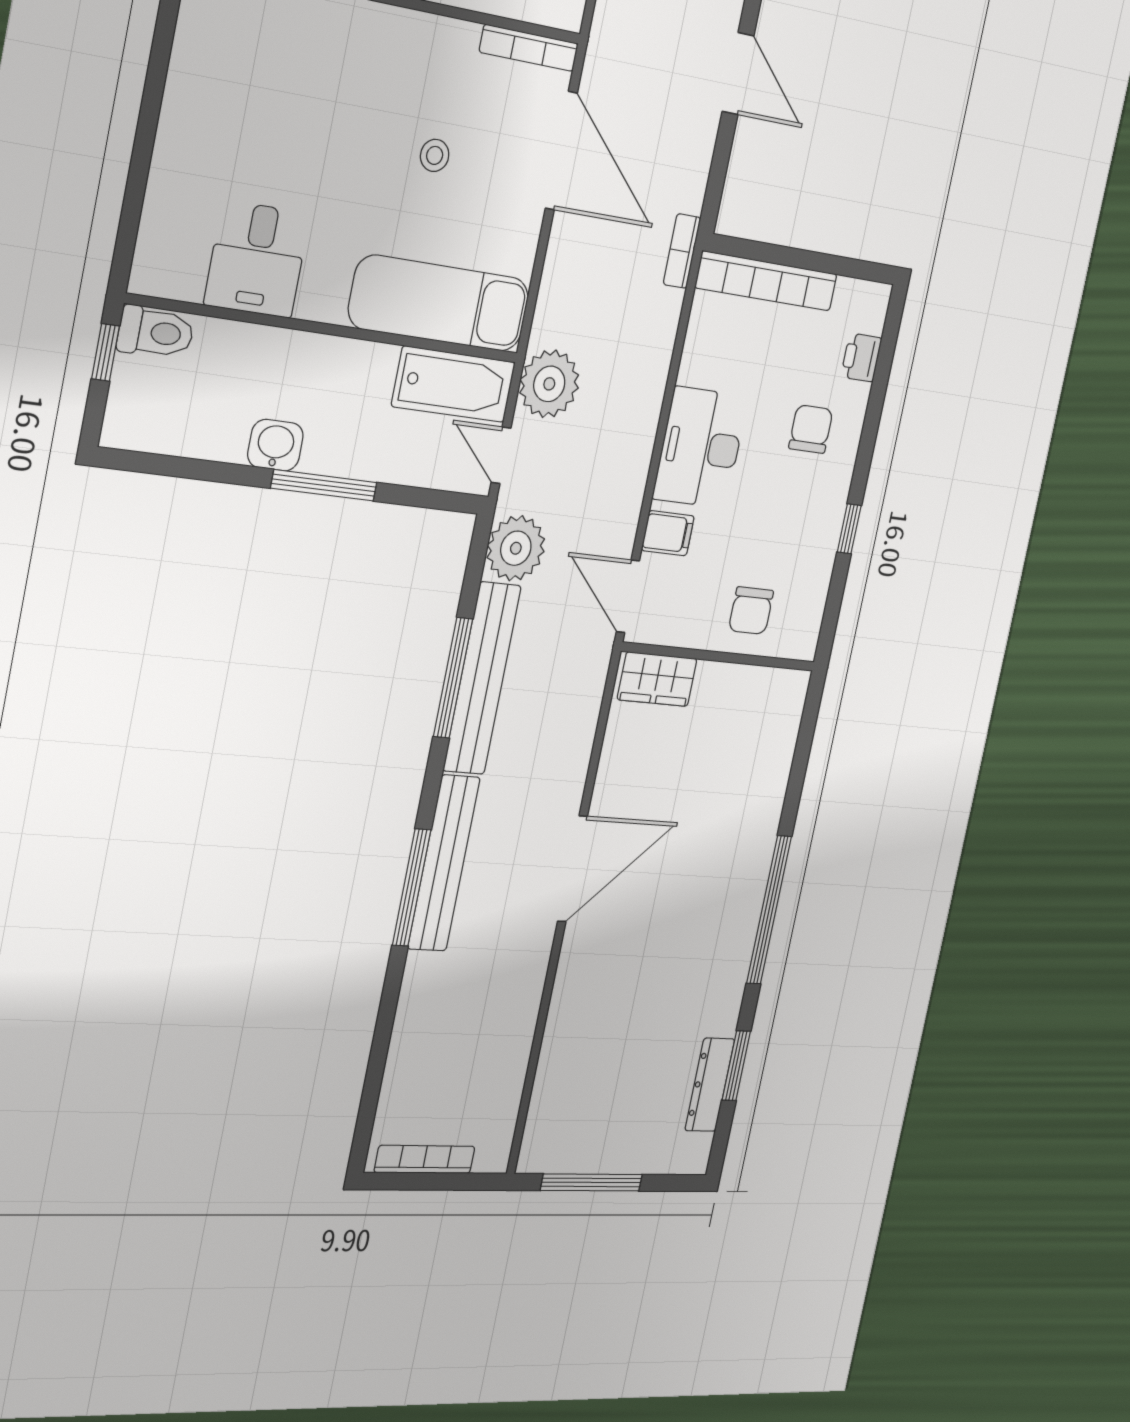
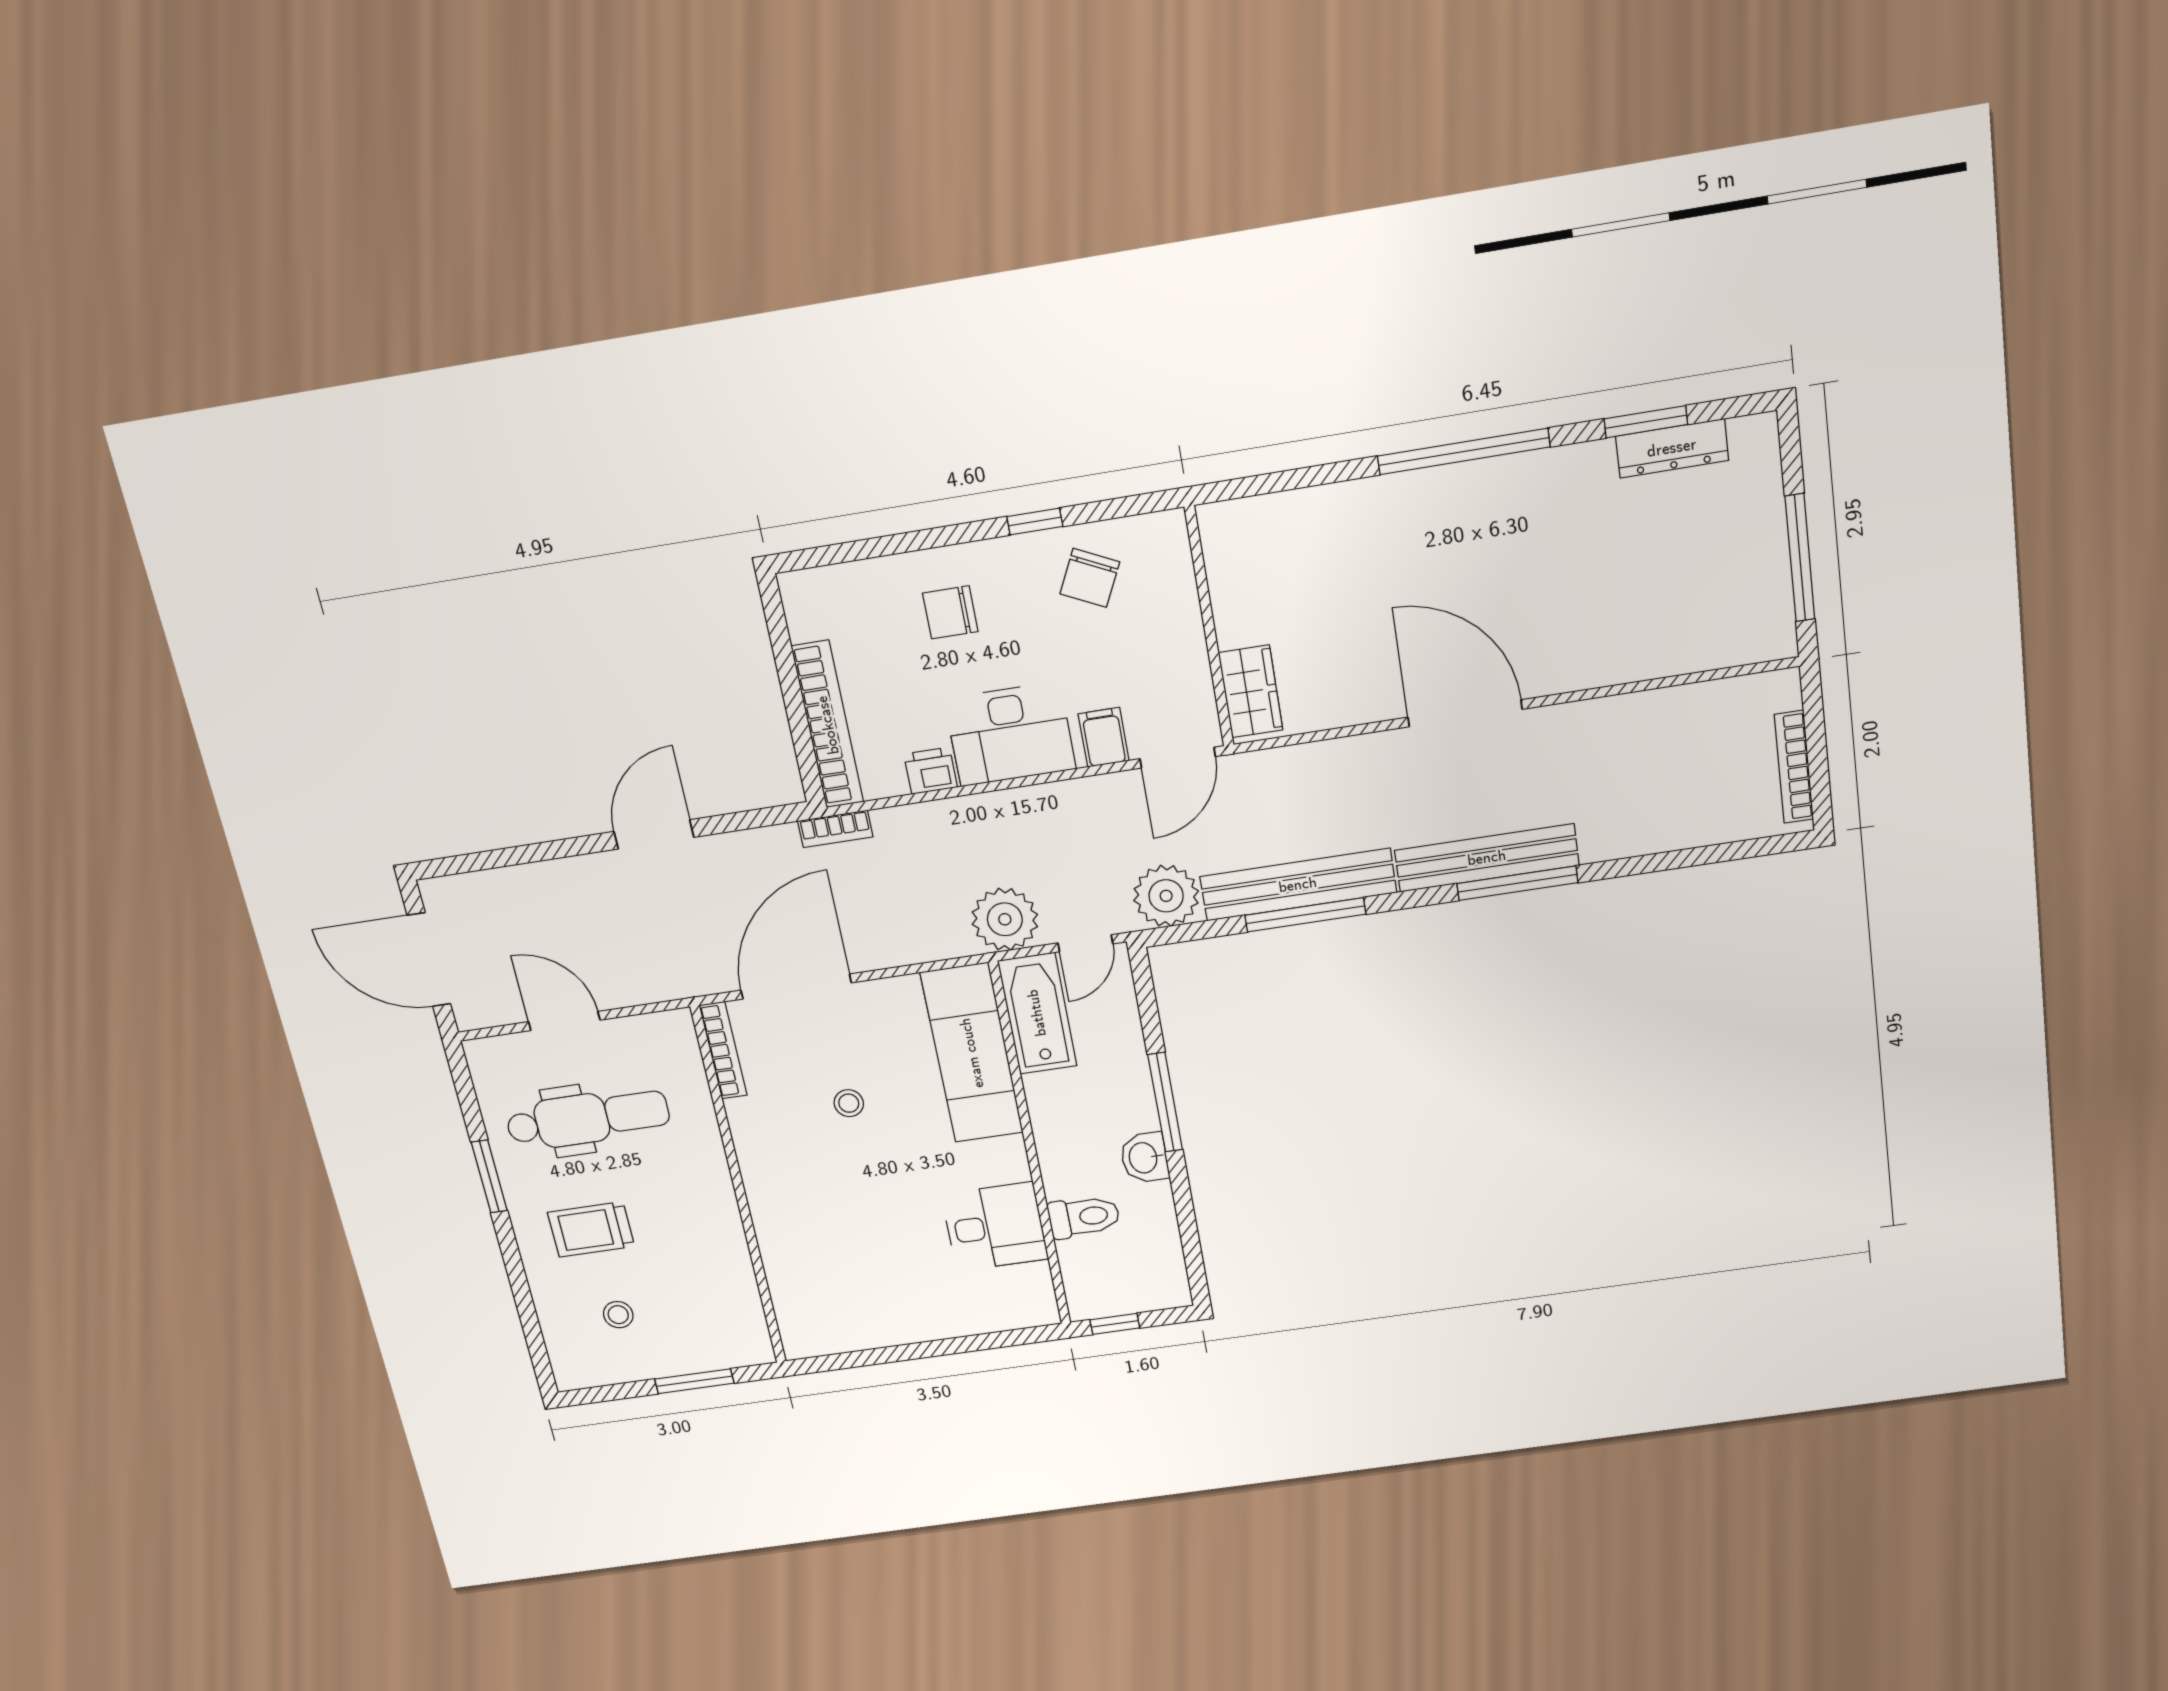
toilet: (156, 332) -> (1084, 1217), moved, turned 90
printer: (861, 358) -> (931, 771), moved, turned 180
chair: (751, 611) -> (1090, 578), moved, turned 116

